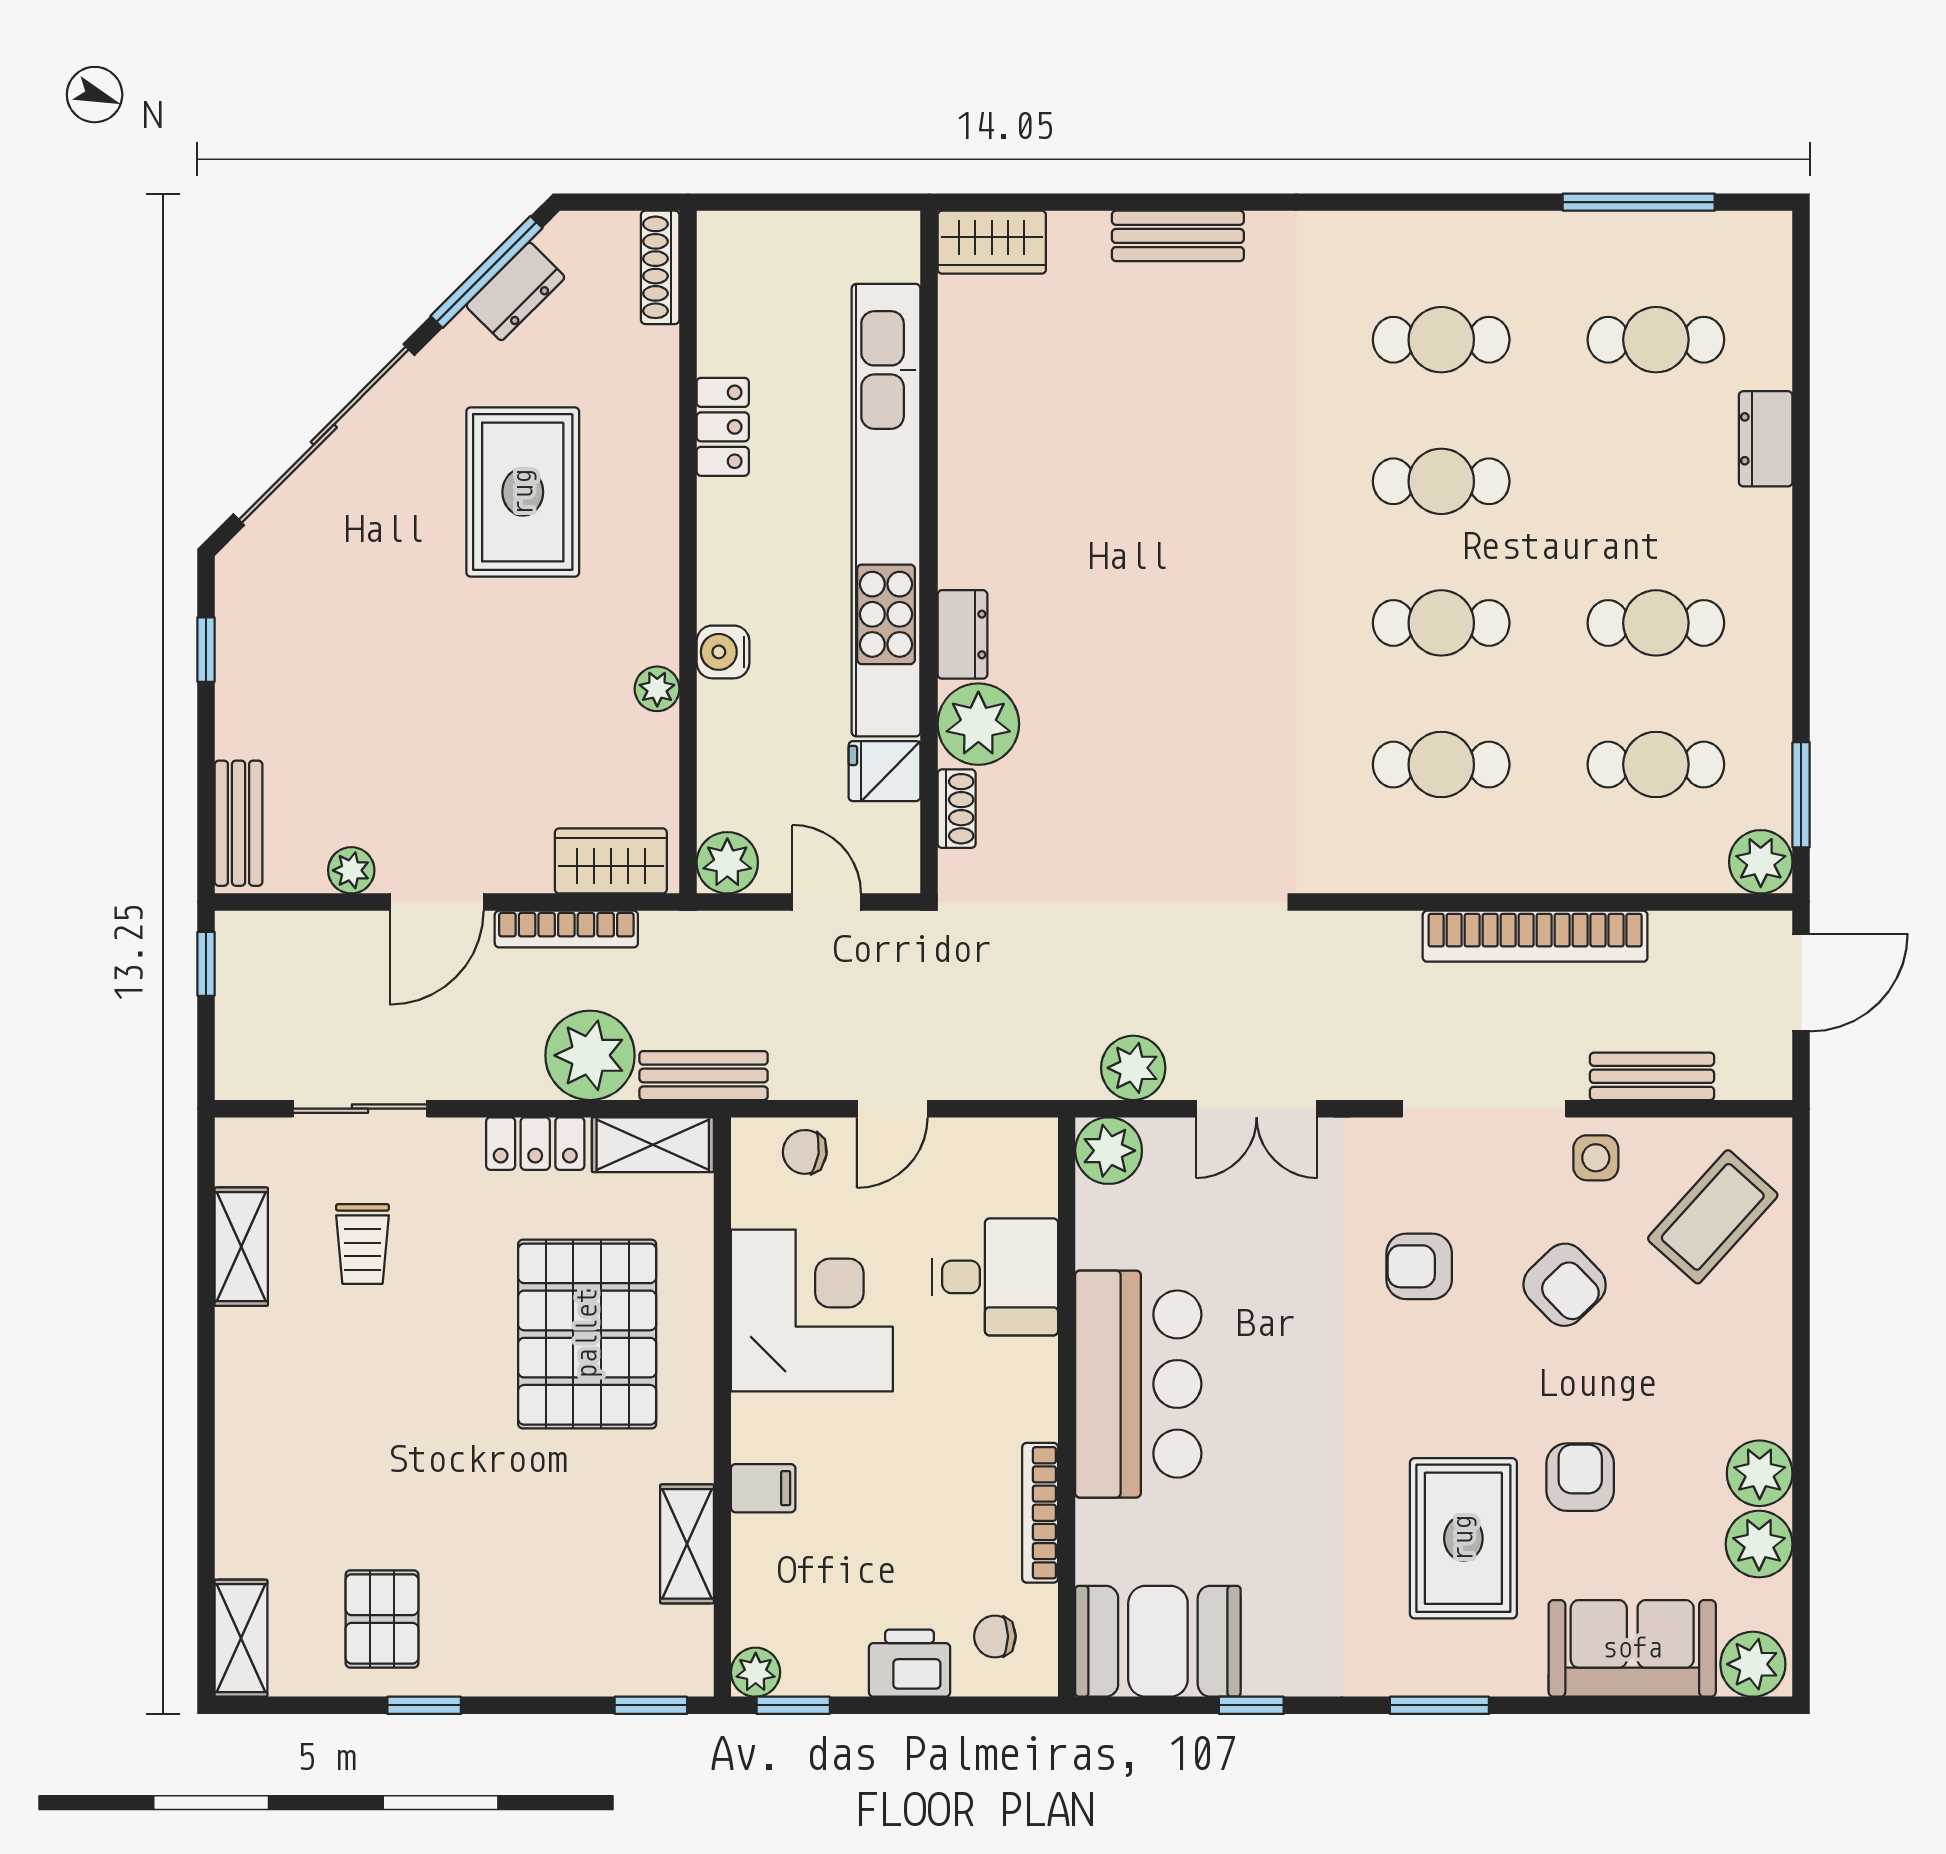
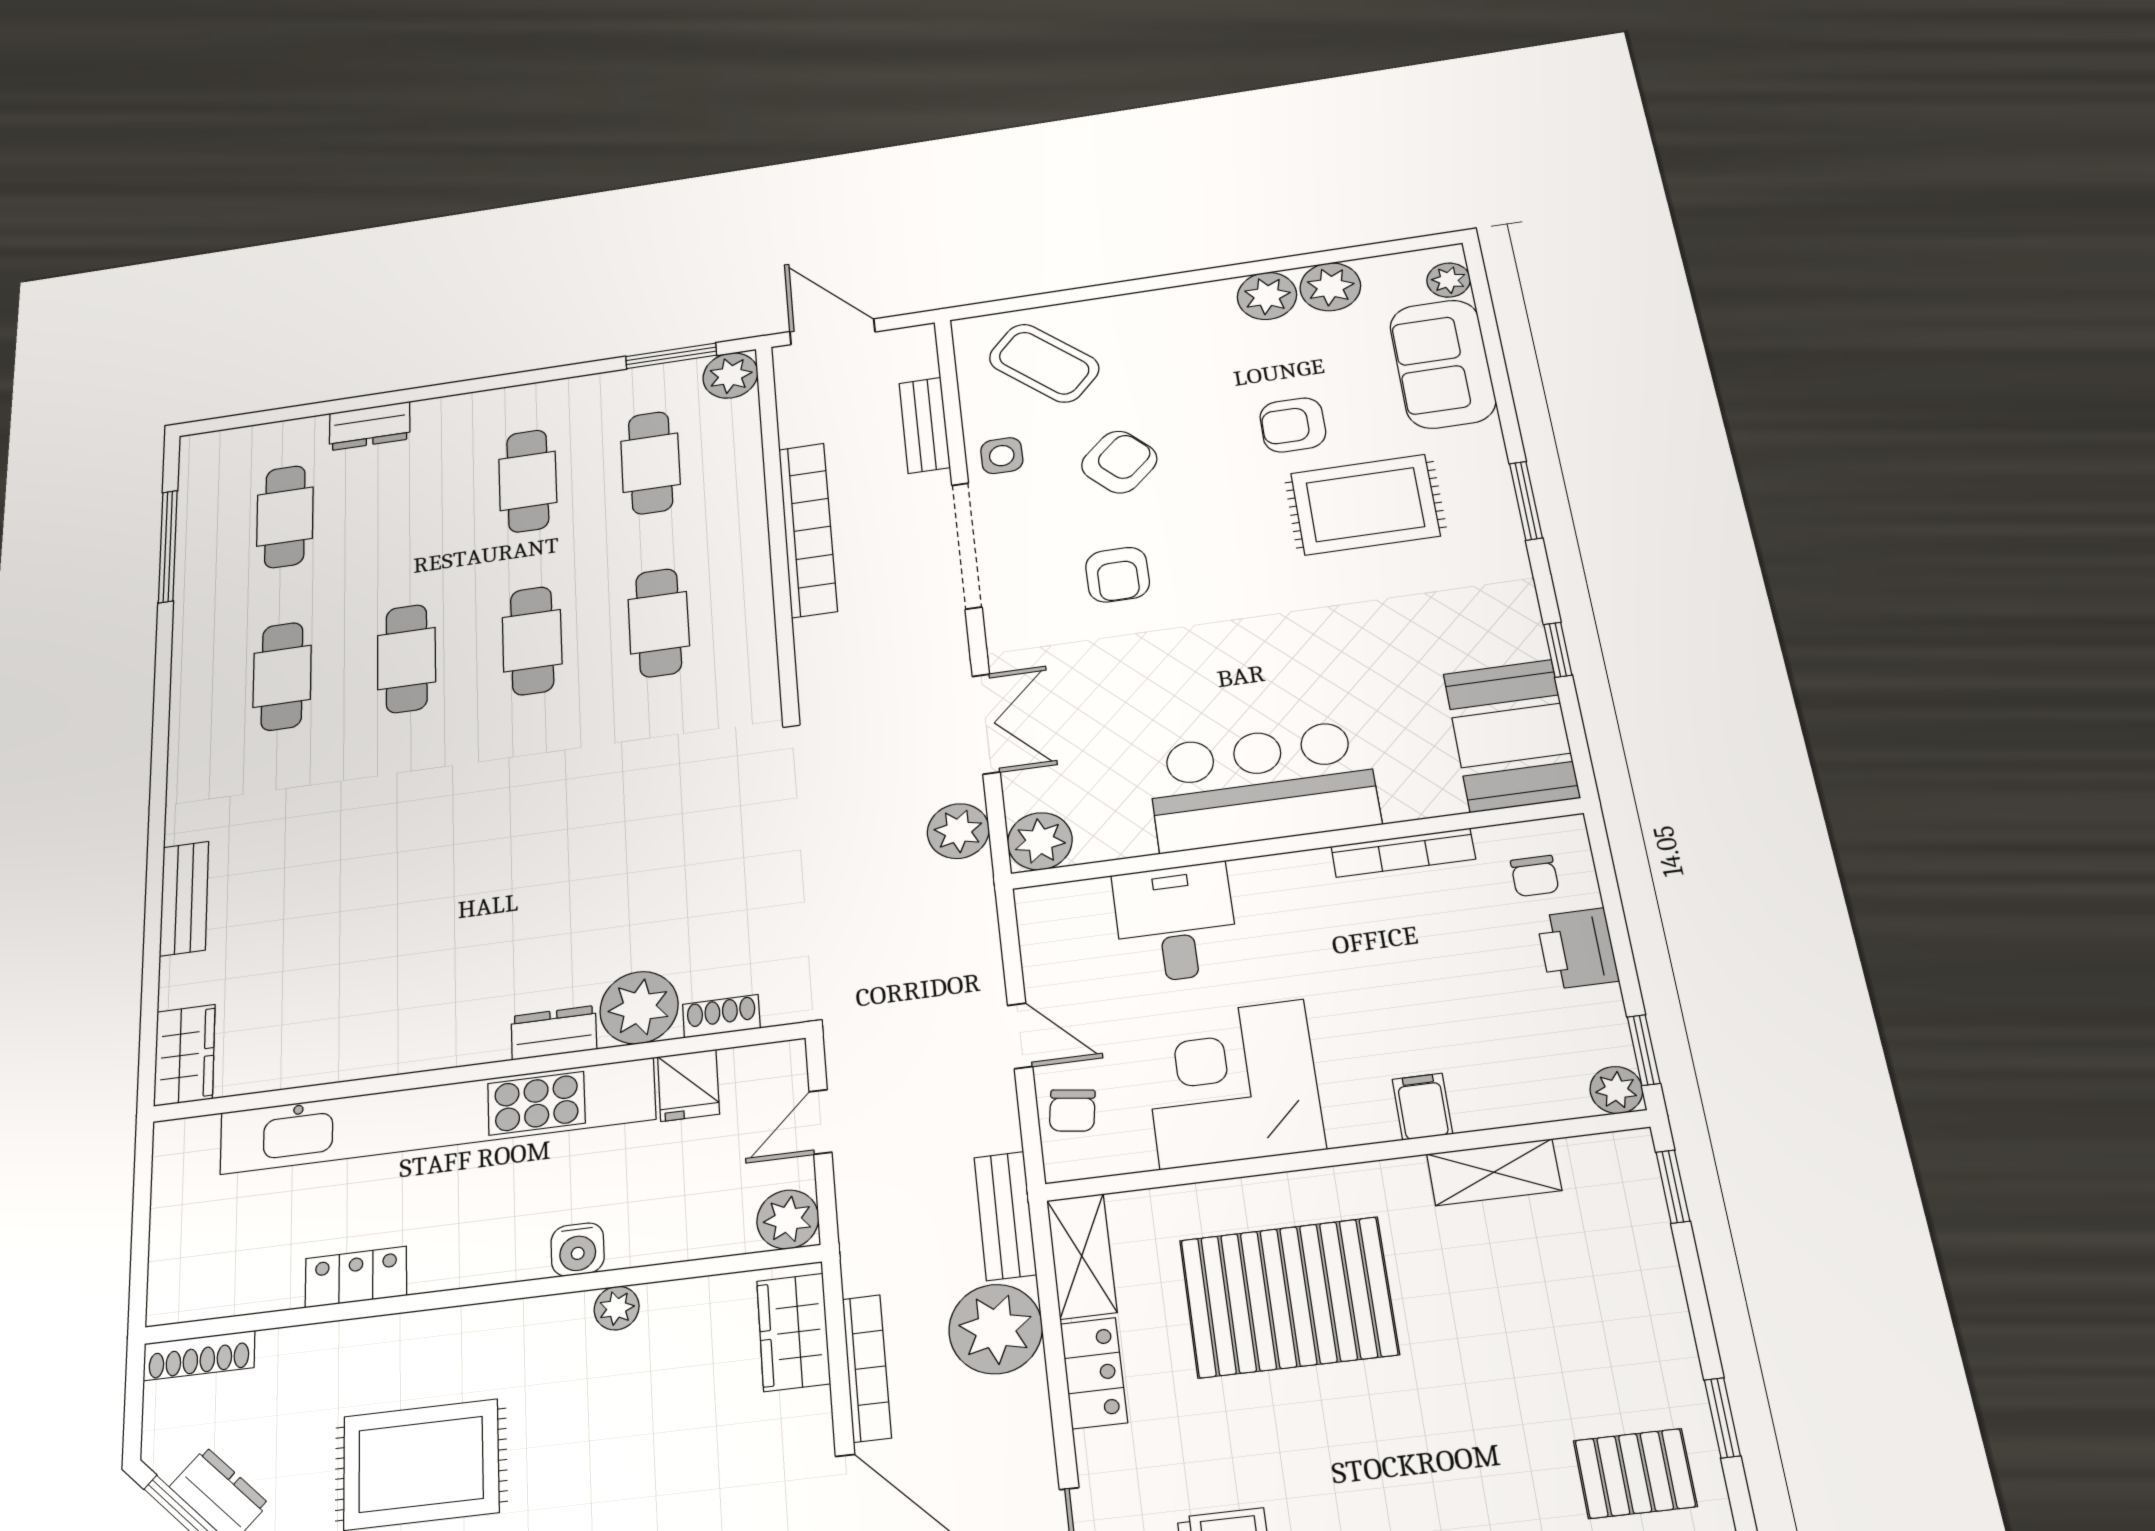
plant: (1753, 1664) -> (1449, 280), width x0.73, depth x0.73

